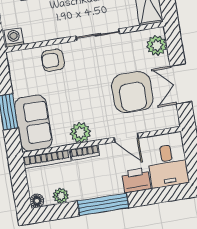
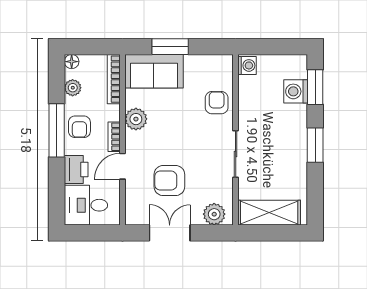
armchair: (132, 92) -> (169, 181), width x0.73, depth x0.73
bookcase: (85, 152) -> (114, 137), moved
armchair: (96, 184) -> (79, 127), added

